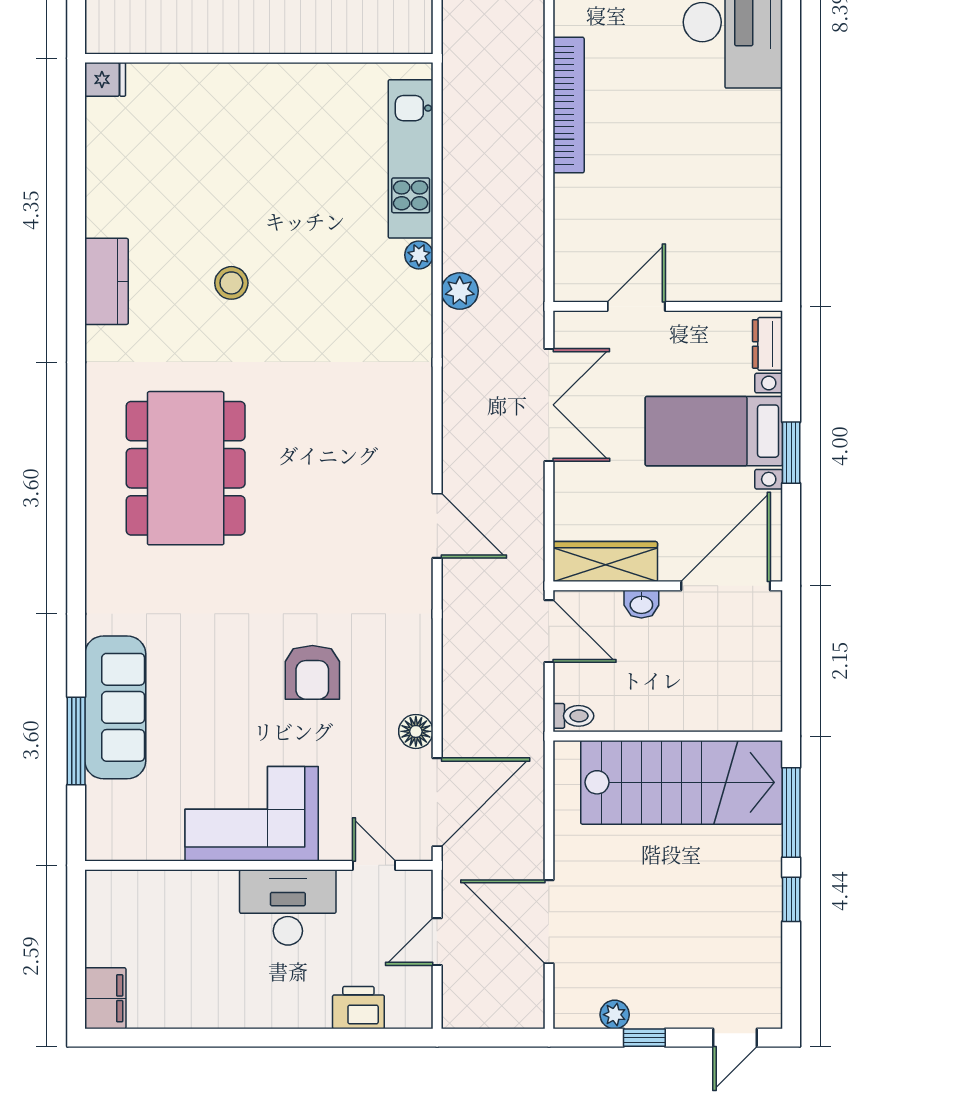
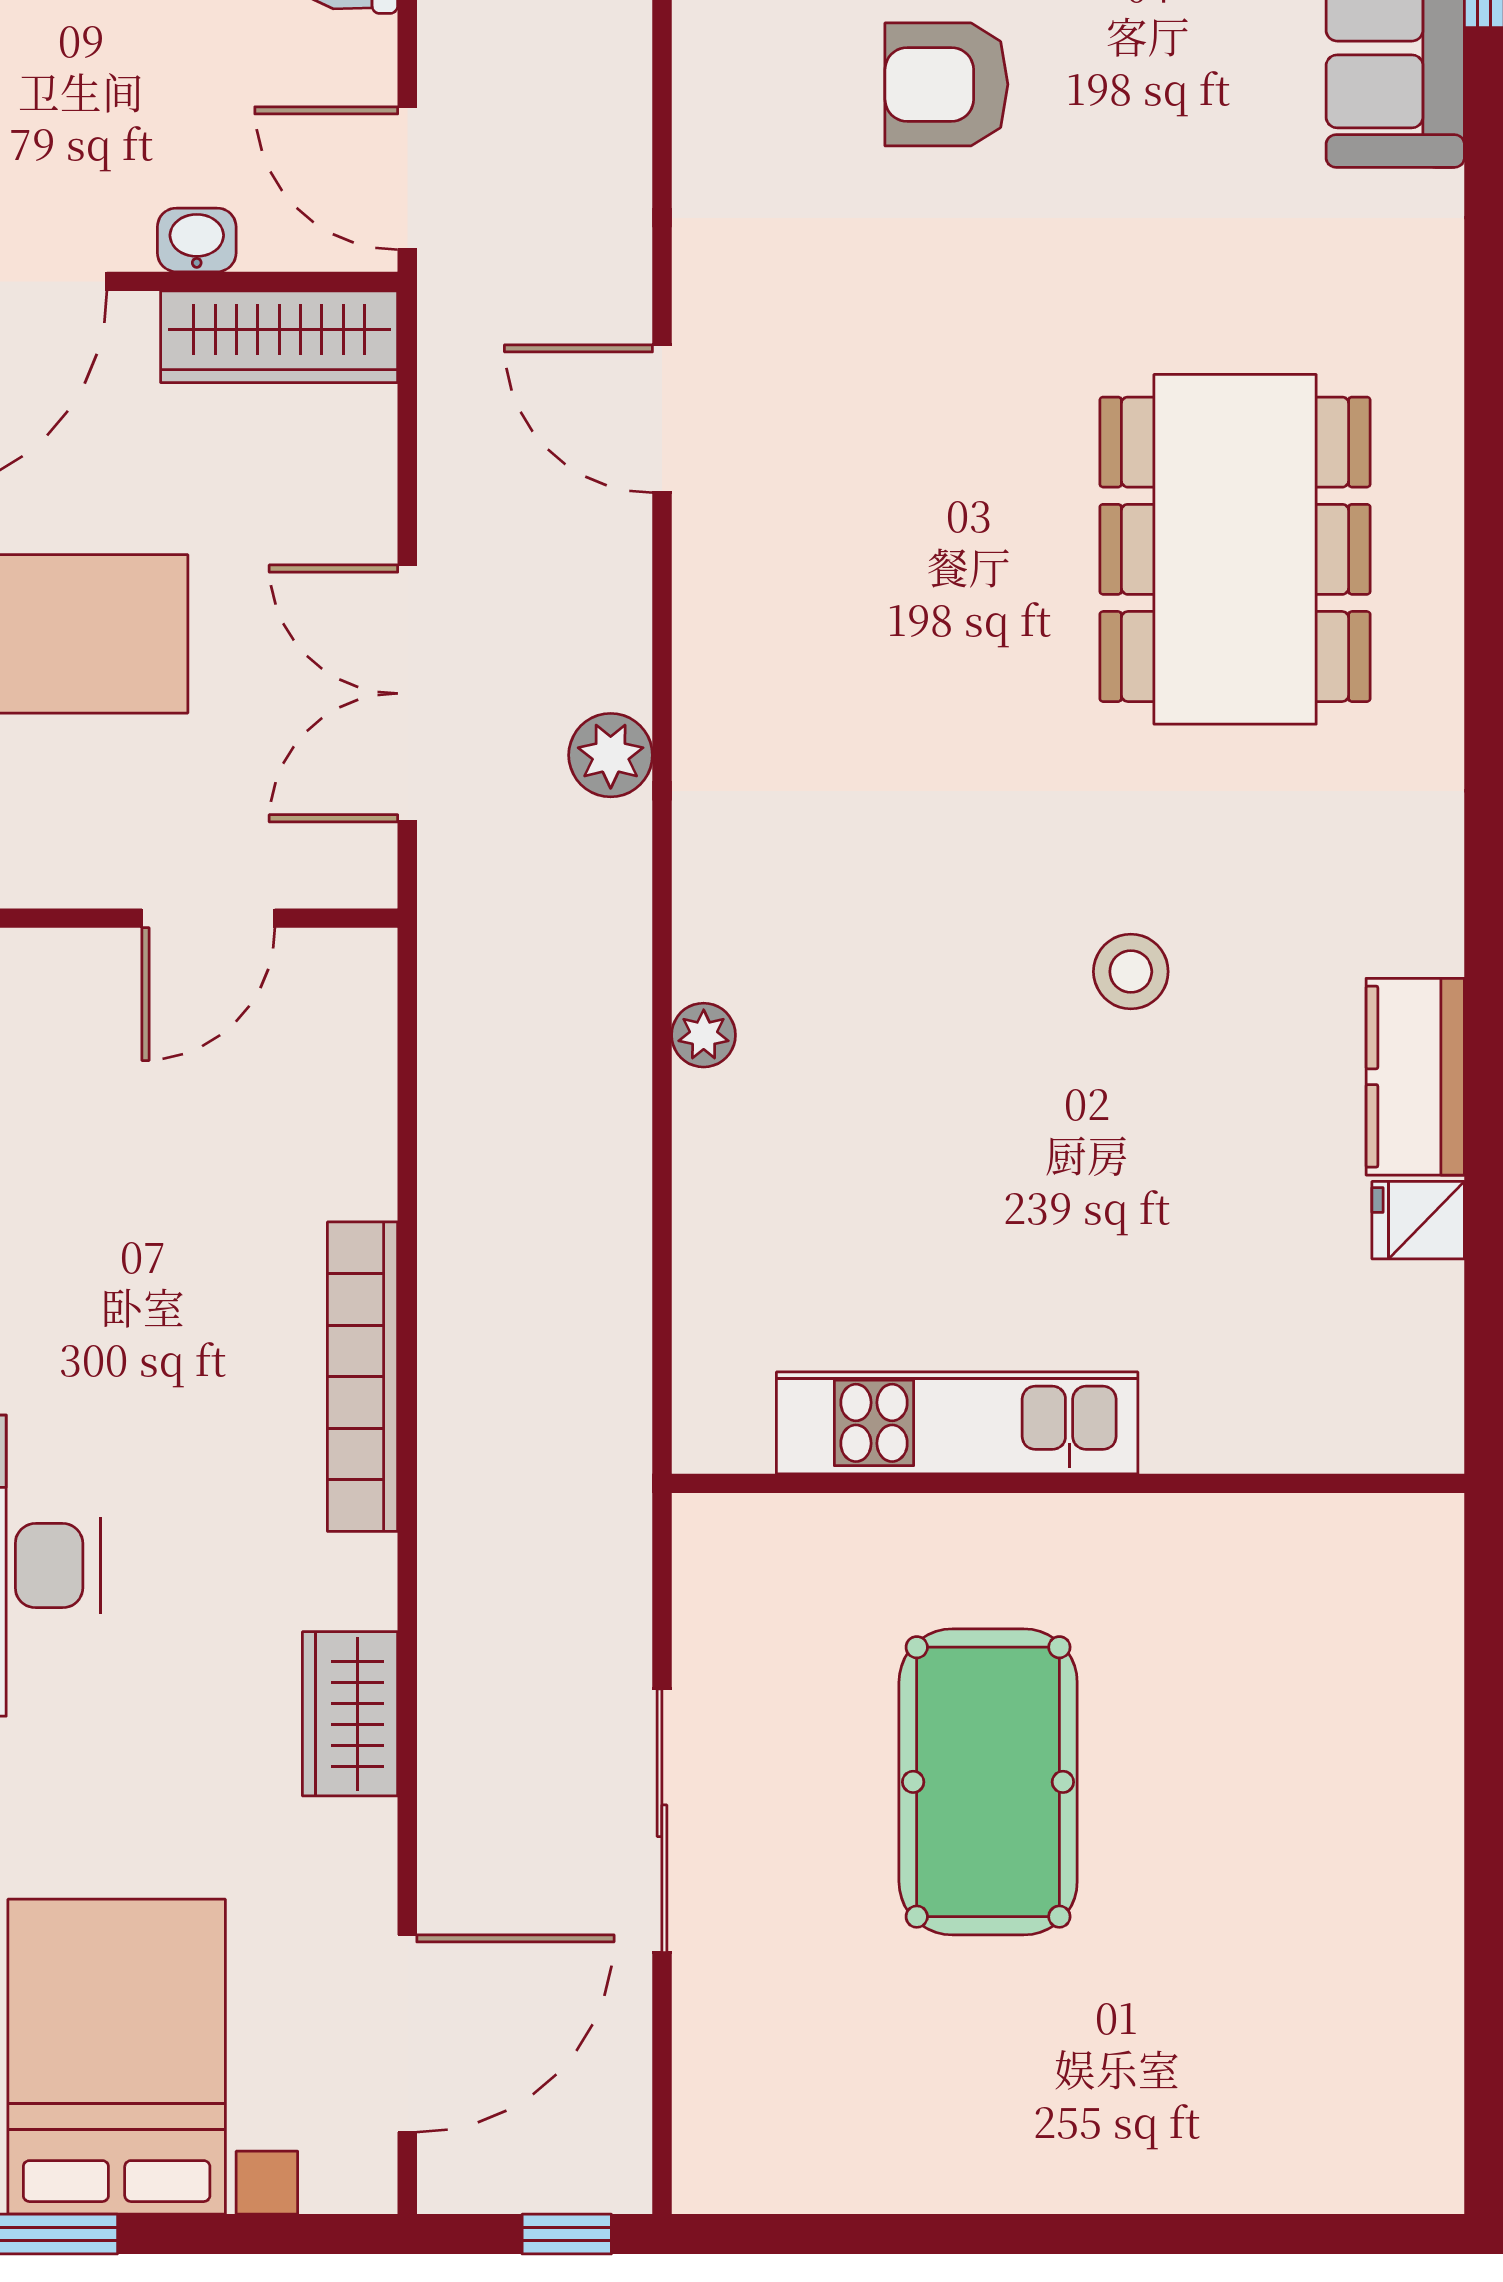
fridge: (105, 79) -> (1418, 1220), moved
kitchen unit: (411, 159) -> (957, 1423), moved, turned -90
kitchen counter: (107, 281) -> (1415, 1077), moved
plant: (460, 291) -> (611, 755), moved
armchair: (312, 672) -> (946, 84), turned -90

